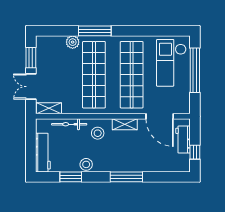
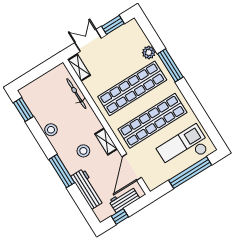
stool: (98, 133) -> (83, 151), moved
workbench: (43, 153) -> (87, 189), moved, turned -90
window: (71, 177) -> (23, 110), moved

